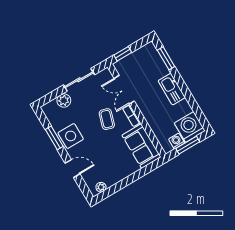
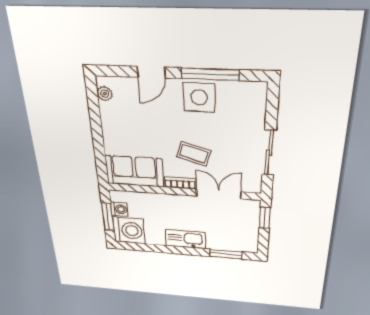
plant: (64, 100) -> (255, 118), removed
window: (54, 138) -> (210, 74), width x1.44

